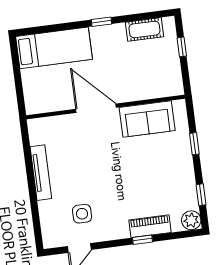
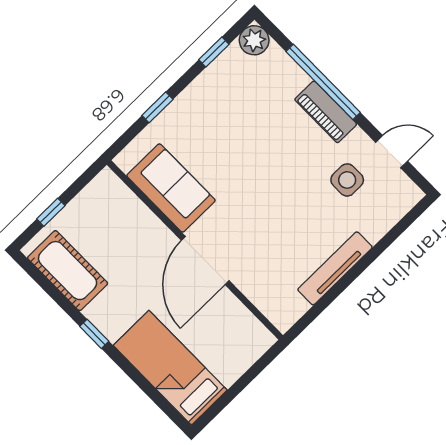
cot: (144, 29) -> (68, 271), width x1.37, depth x1.34
piano: (150, 226) -> (326, 112), moved
window: (142, 240) -> (323, 82), width x3.17

